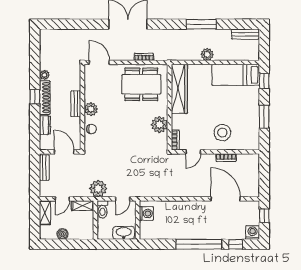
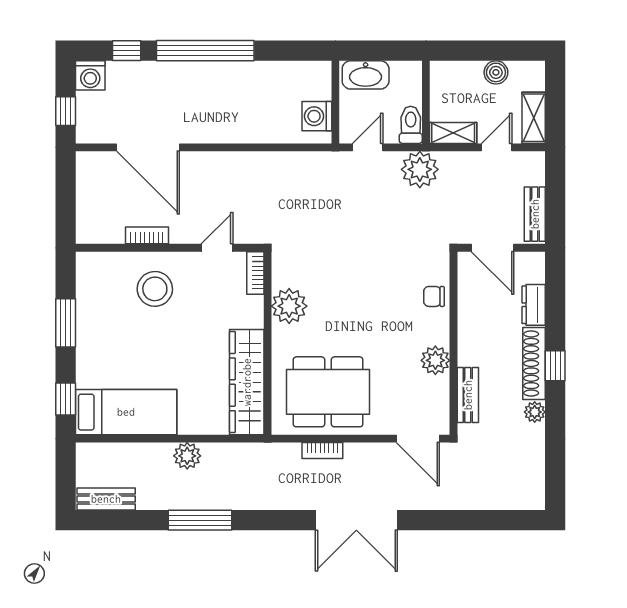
bench: (76, 104) -> (468, 395), moved
plant: (91, 109) -> (435, 360), moved

